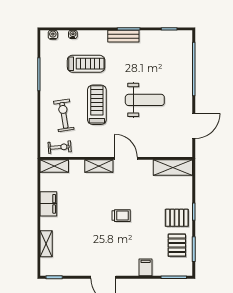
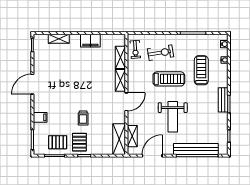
treadmill: (86, 64) -> (201, 70), turned 180
bench: (185, 71) -> (196, 149), added
door: (194, 126) -> (152, 156), swing flipped
shelving: (169, 151) -> (132, 136), added
shelving: (54, 166) -> (120, 57), moved
trolley: (121, 216) -> (83, 118), moved

